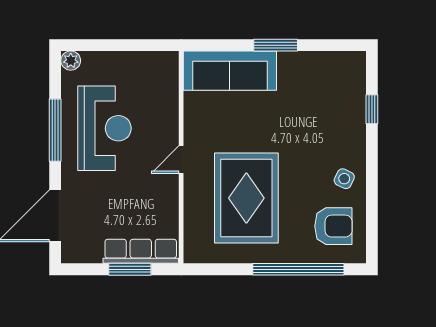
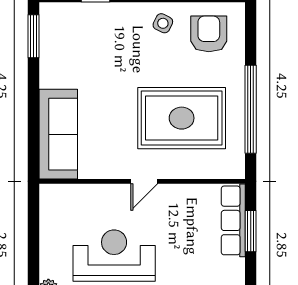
window: (276, 45) -> (33, 36), moved
door: (181, 159) -> (144, 181), hinge flipped
window: (298, 269) -> (251, 109), moved

